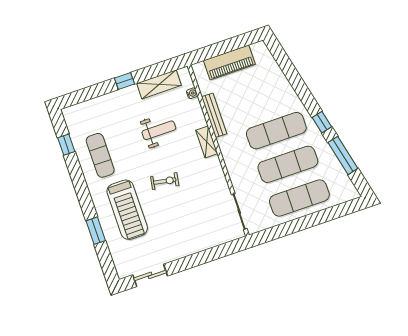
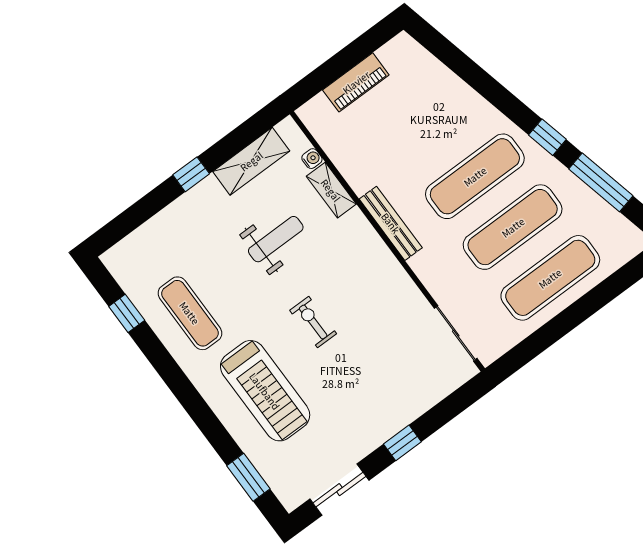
piano: (229, 62) -> (356, 82), width x0.73, depth x0.75
bench: (214, 115) -> (391, 223), moved
shelving: (207, 142) -> (331, 190), moved
exercise bike: (165, 181) -> (313, 322), turned -100
window: (96, 231) -> (248, 477), moved
window: (192, 261) -> (402, 443), added

